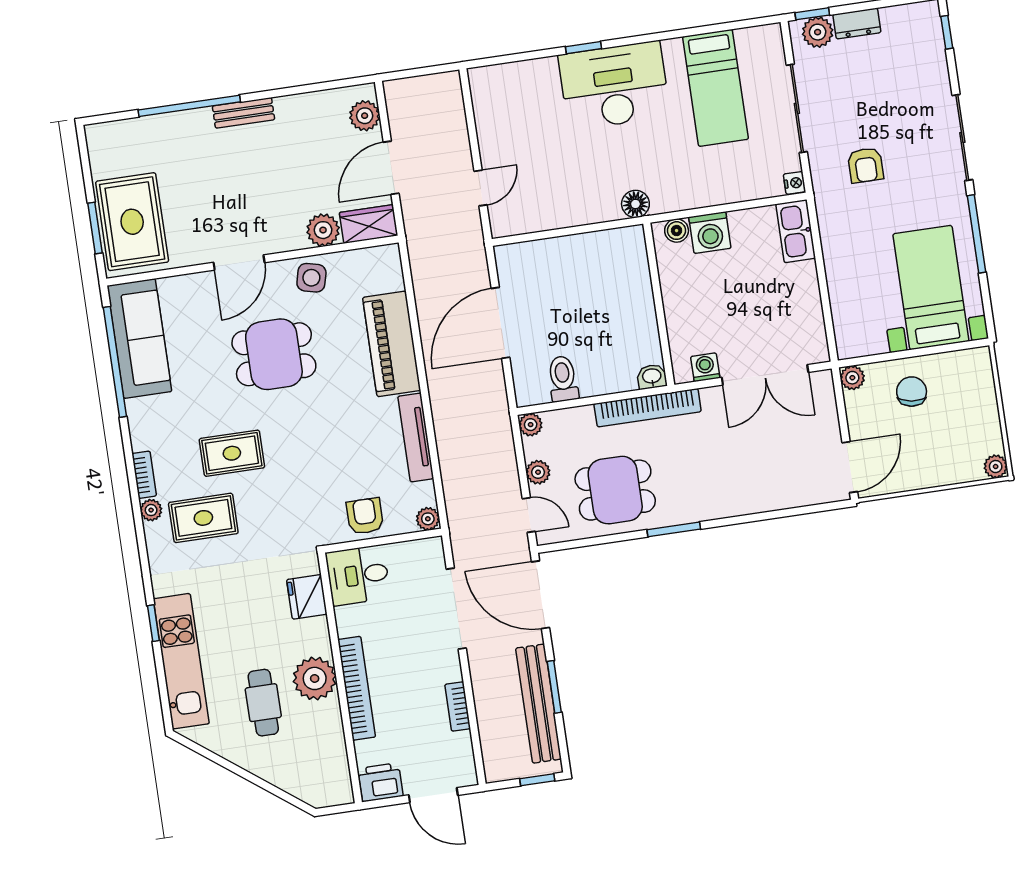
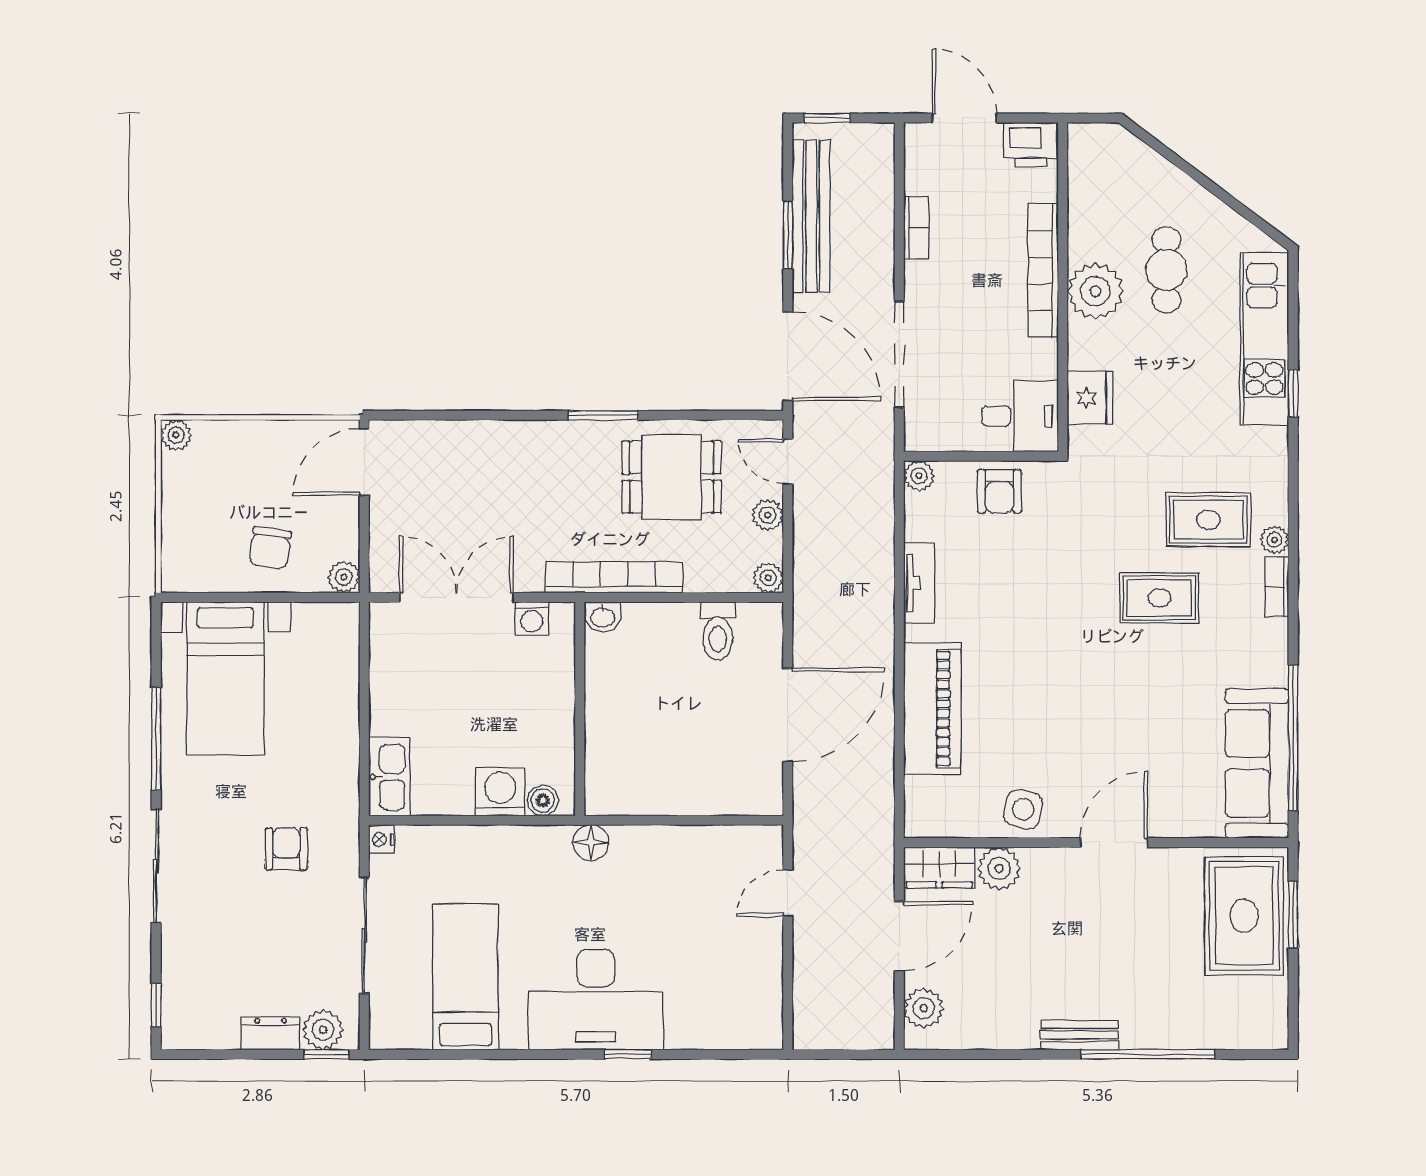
dining table: (274, 354) -> (1086, 718), removed
tv unit: (416, 437) -> (919, 583), width x0.71

